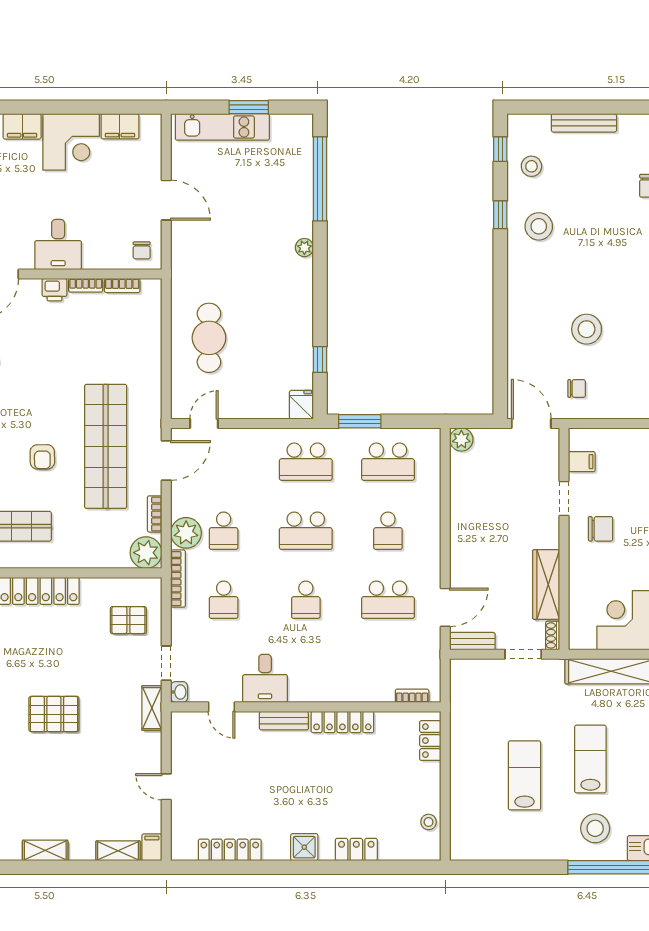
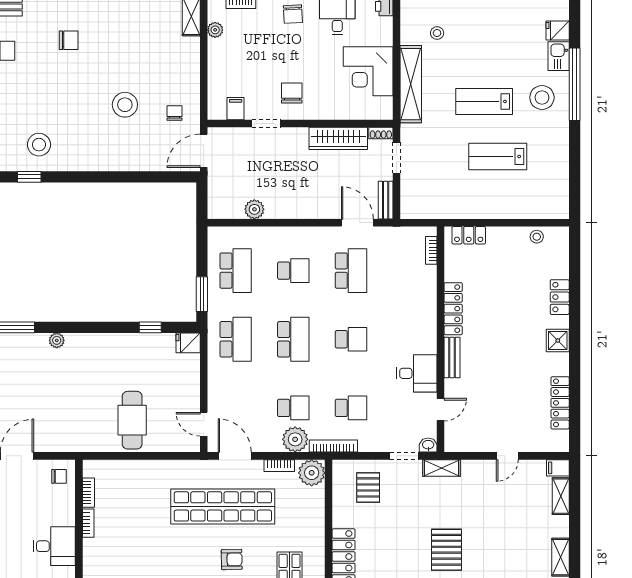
printer: (55, 290) -> (92, 549), removed
cafe table: (209, 338) -> (132, 420), turned 90
plant: (461, 439) -> (254, 209), moved

